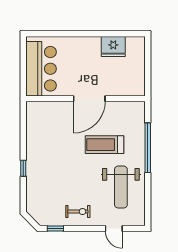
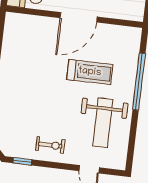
treadmill: (105, 145) -> (90, 72), turned 180

